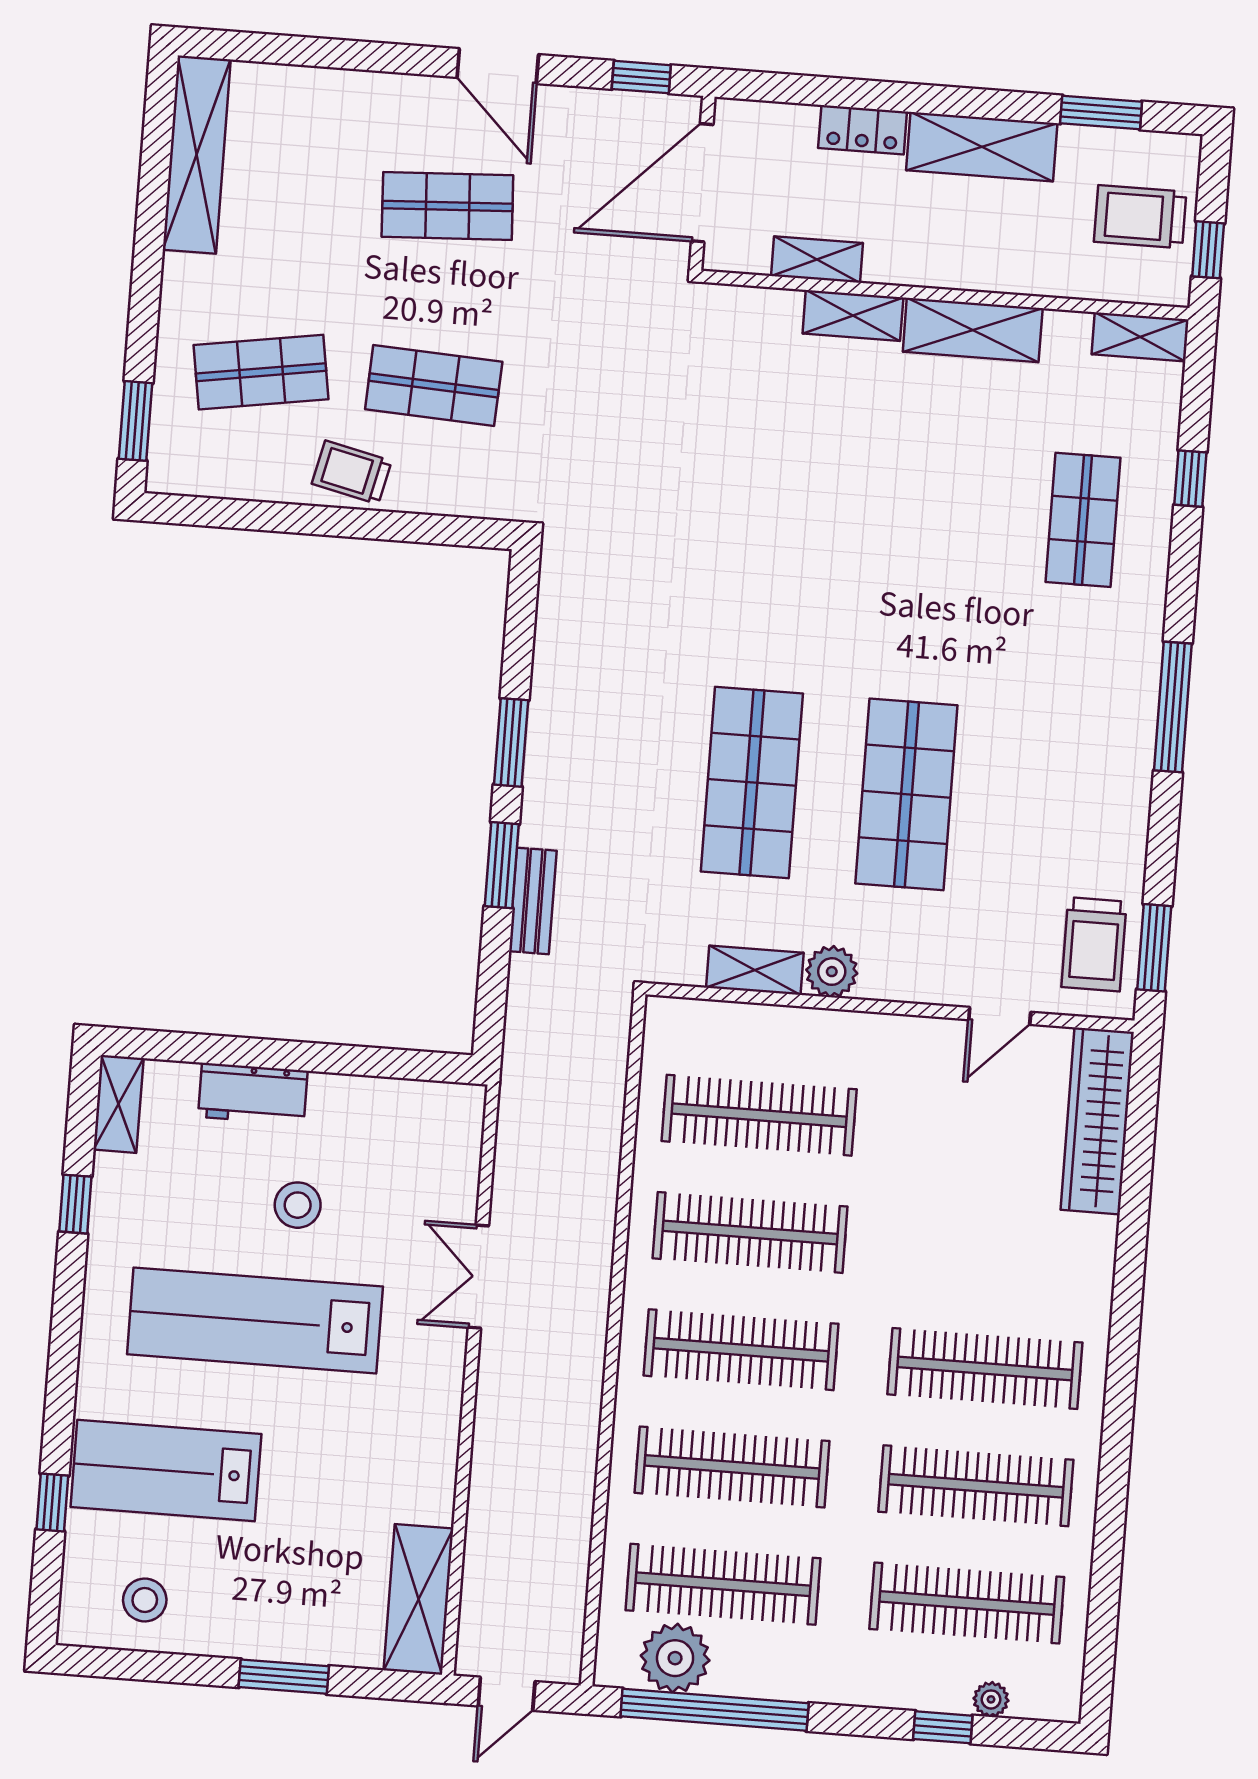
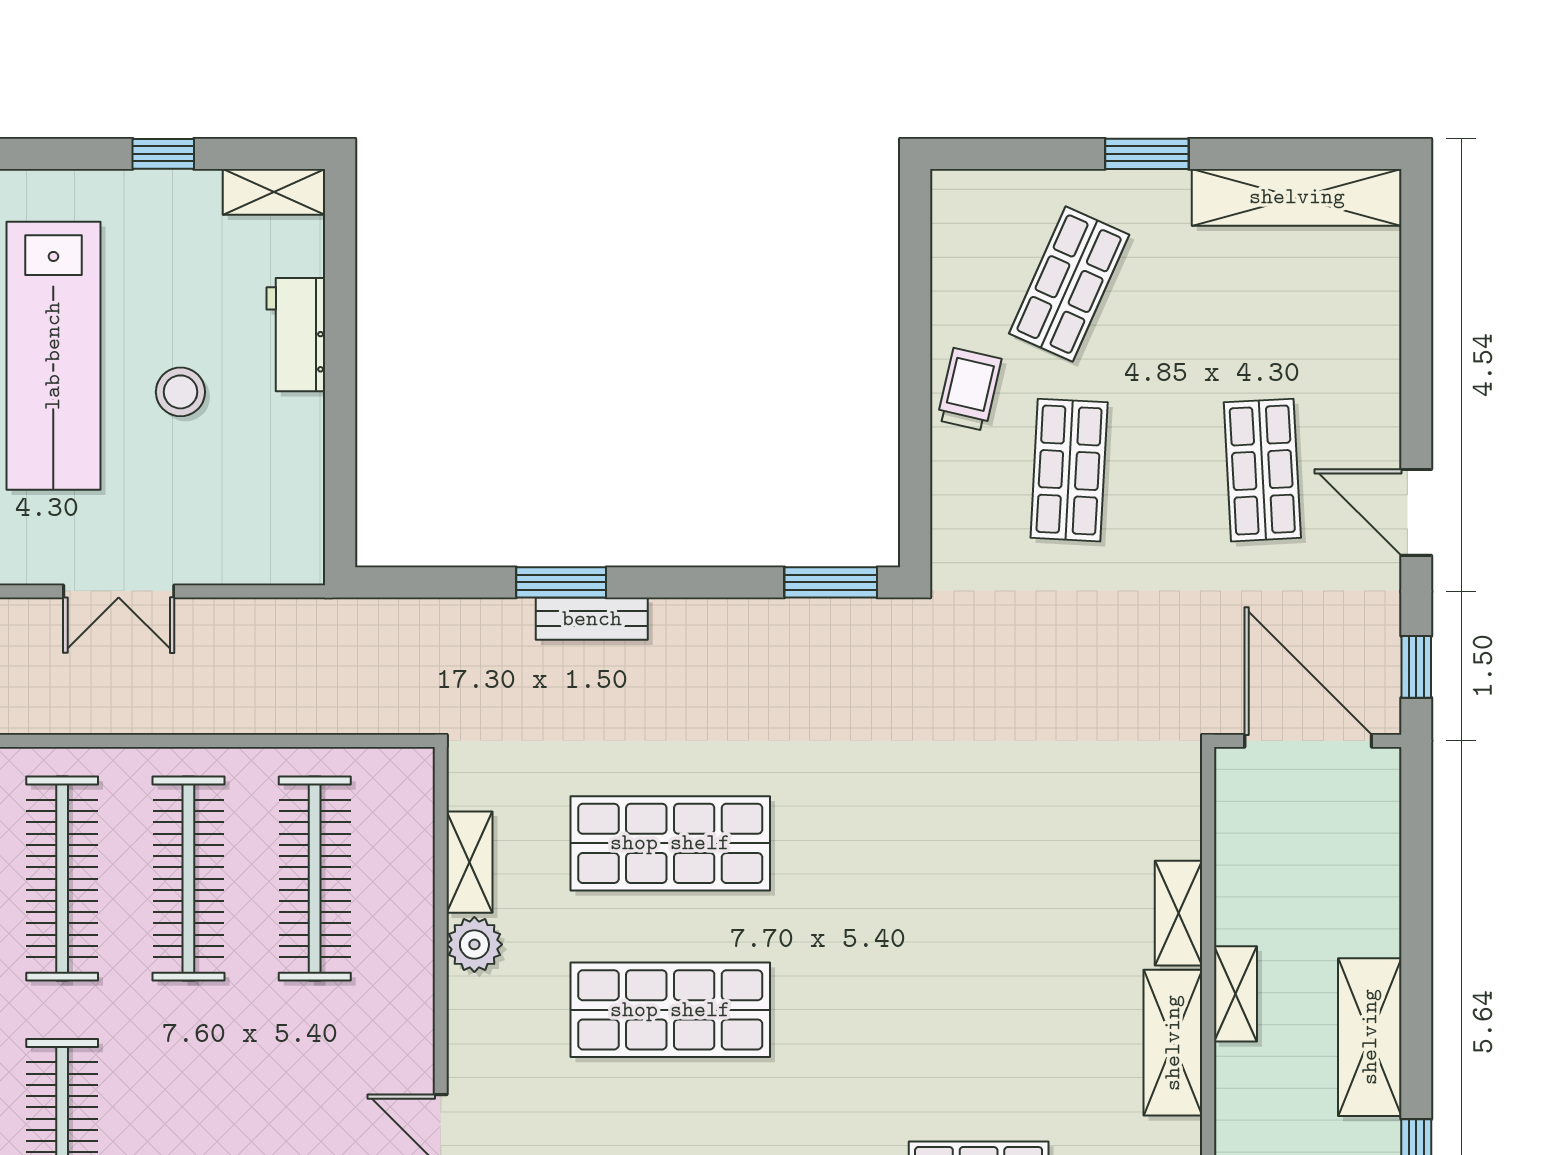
door: (498, 66) -> (1416, 512), hinge flipped
locker: (863, 130) -> (1378, 908), removed
shelving: (817, 259) -> (1235, 994), moved
shop shelf: (261, 372) -> (1069, 284), turned 33
window: (136, 421) -> (1147, 154), moved
window: (511, 742) -> (831, 582), moved
bench: (533, 901) -> (592, 619), moved
double door: (478, 1277) -> (119, 591), swing flipped
lab bench: (255, 1320) -> (53, 356), turned 180

